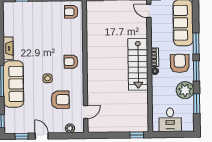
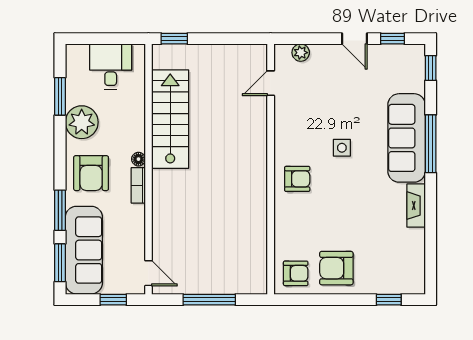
stairs: (138, 64) -> (170, 119), moved
window: (196, 71) -> (60, 263), moved
armchair: (60, 100) -> (336, 268), moved

